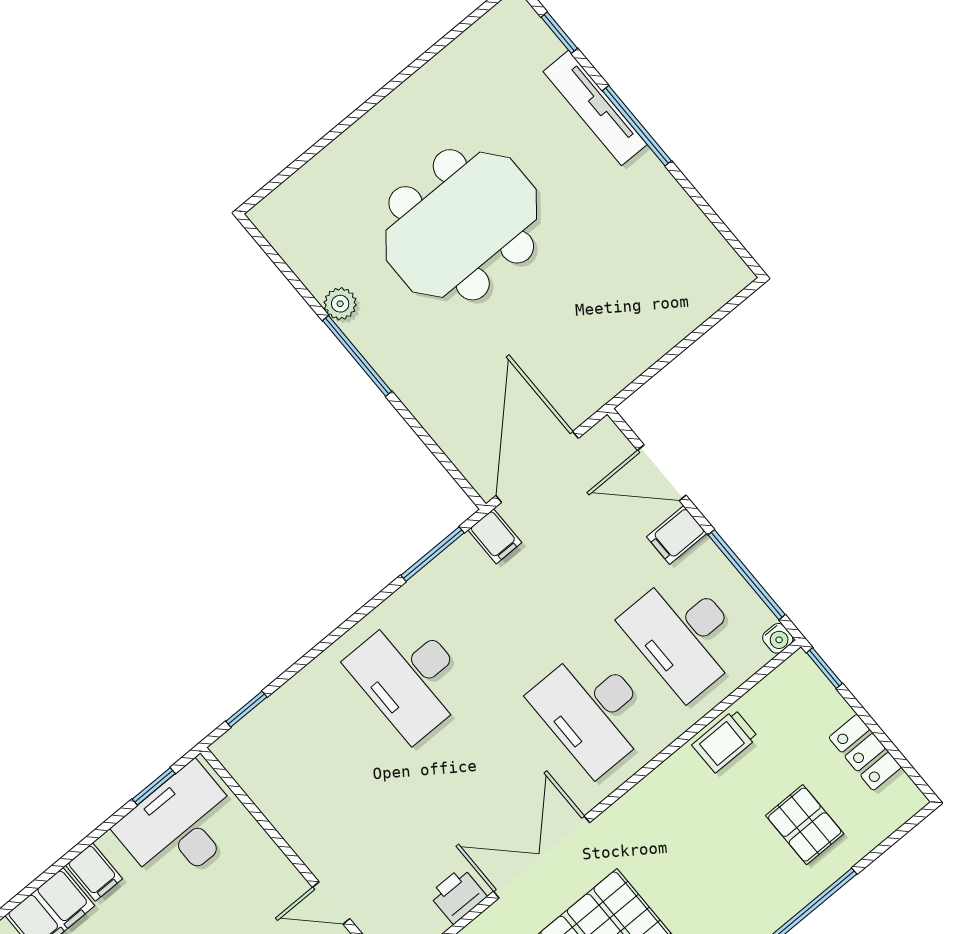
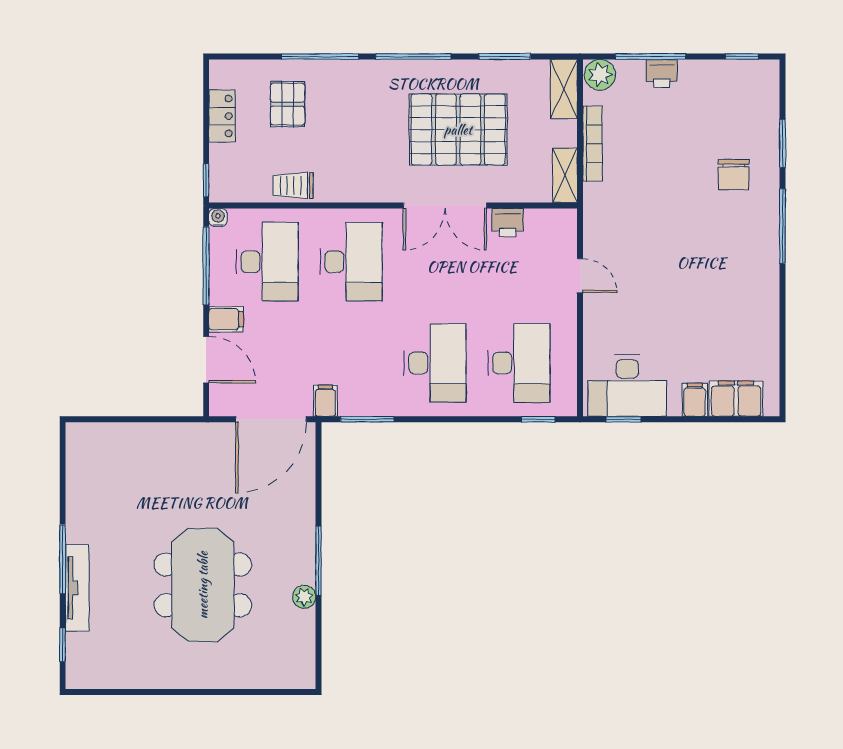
meeting table: (461, 225) -> (203, 585), turned 90
trolley: (725, 741) -> (293, 185), turned 180
desk: (318, 753) -> (519, 363), added

